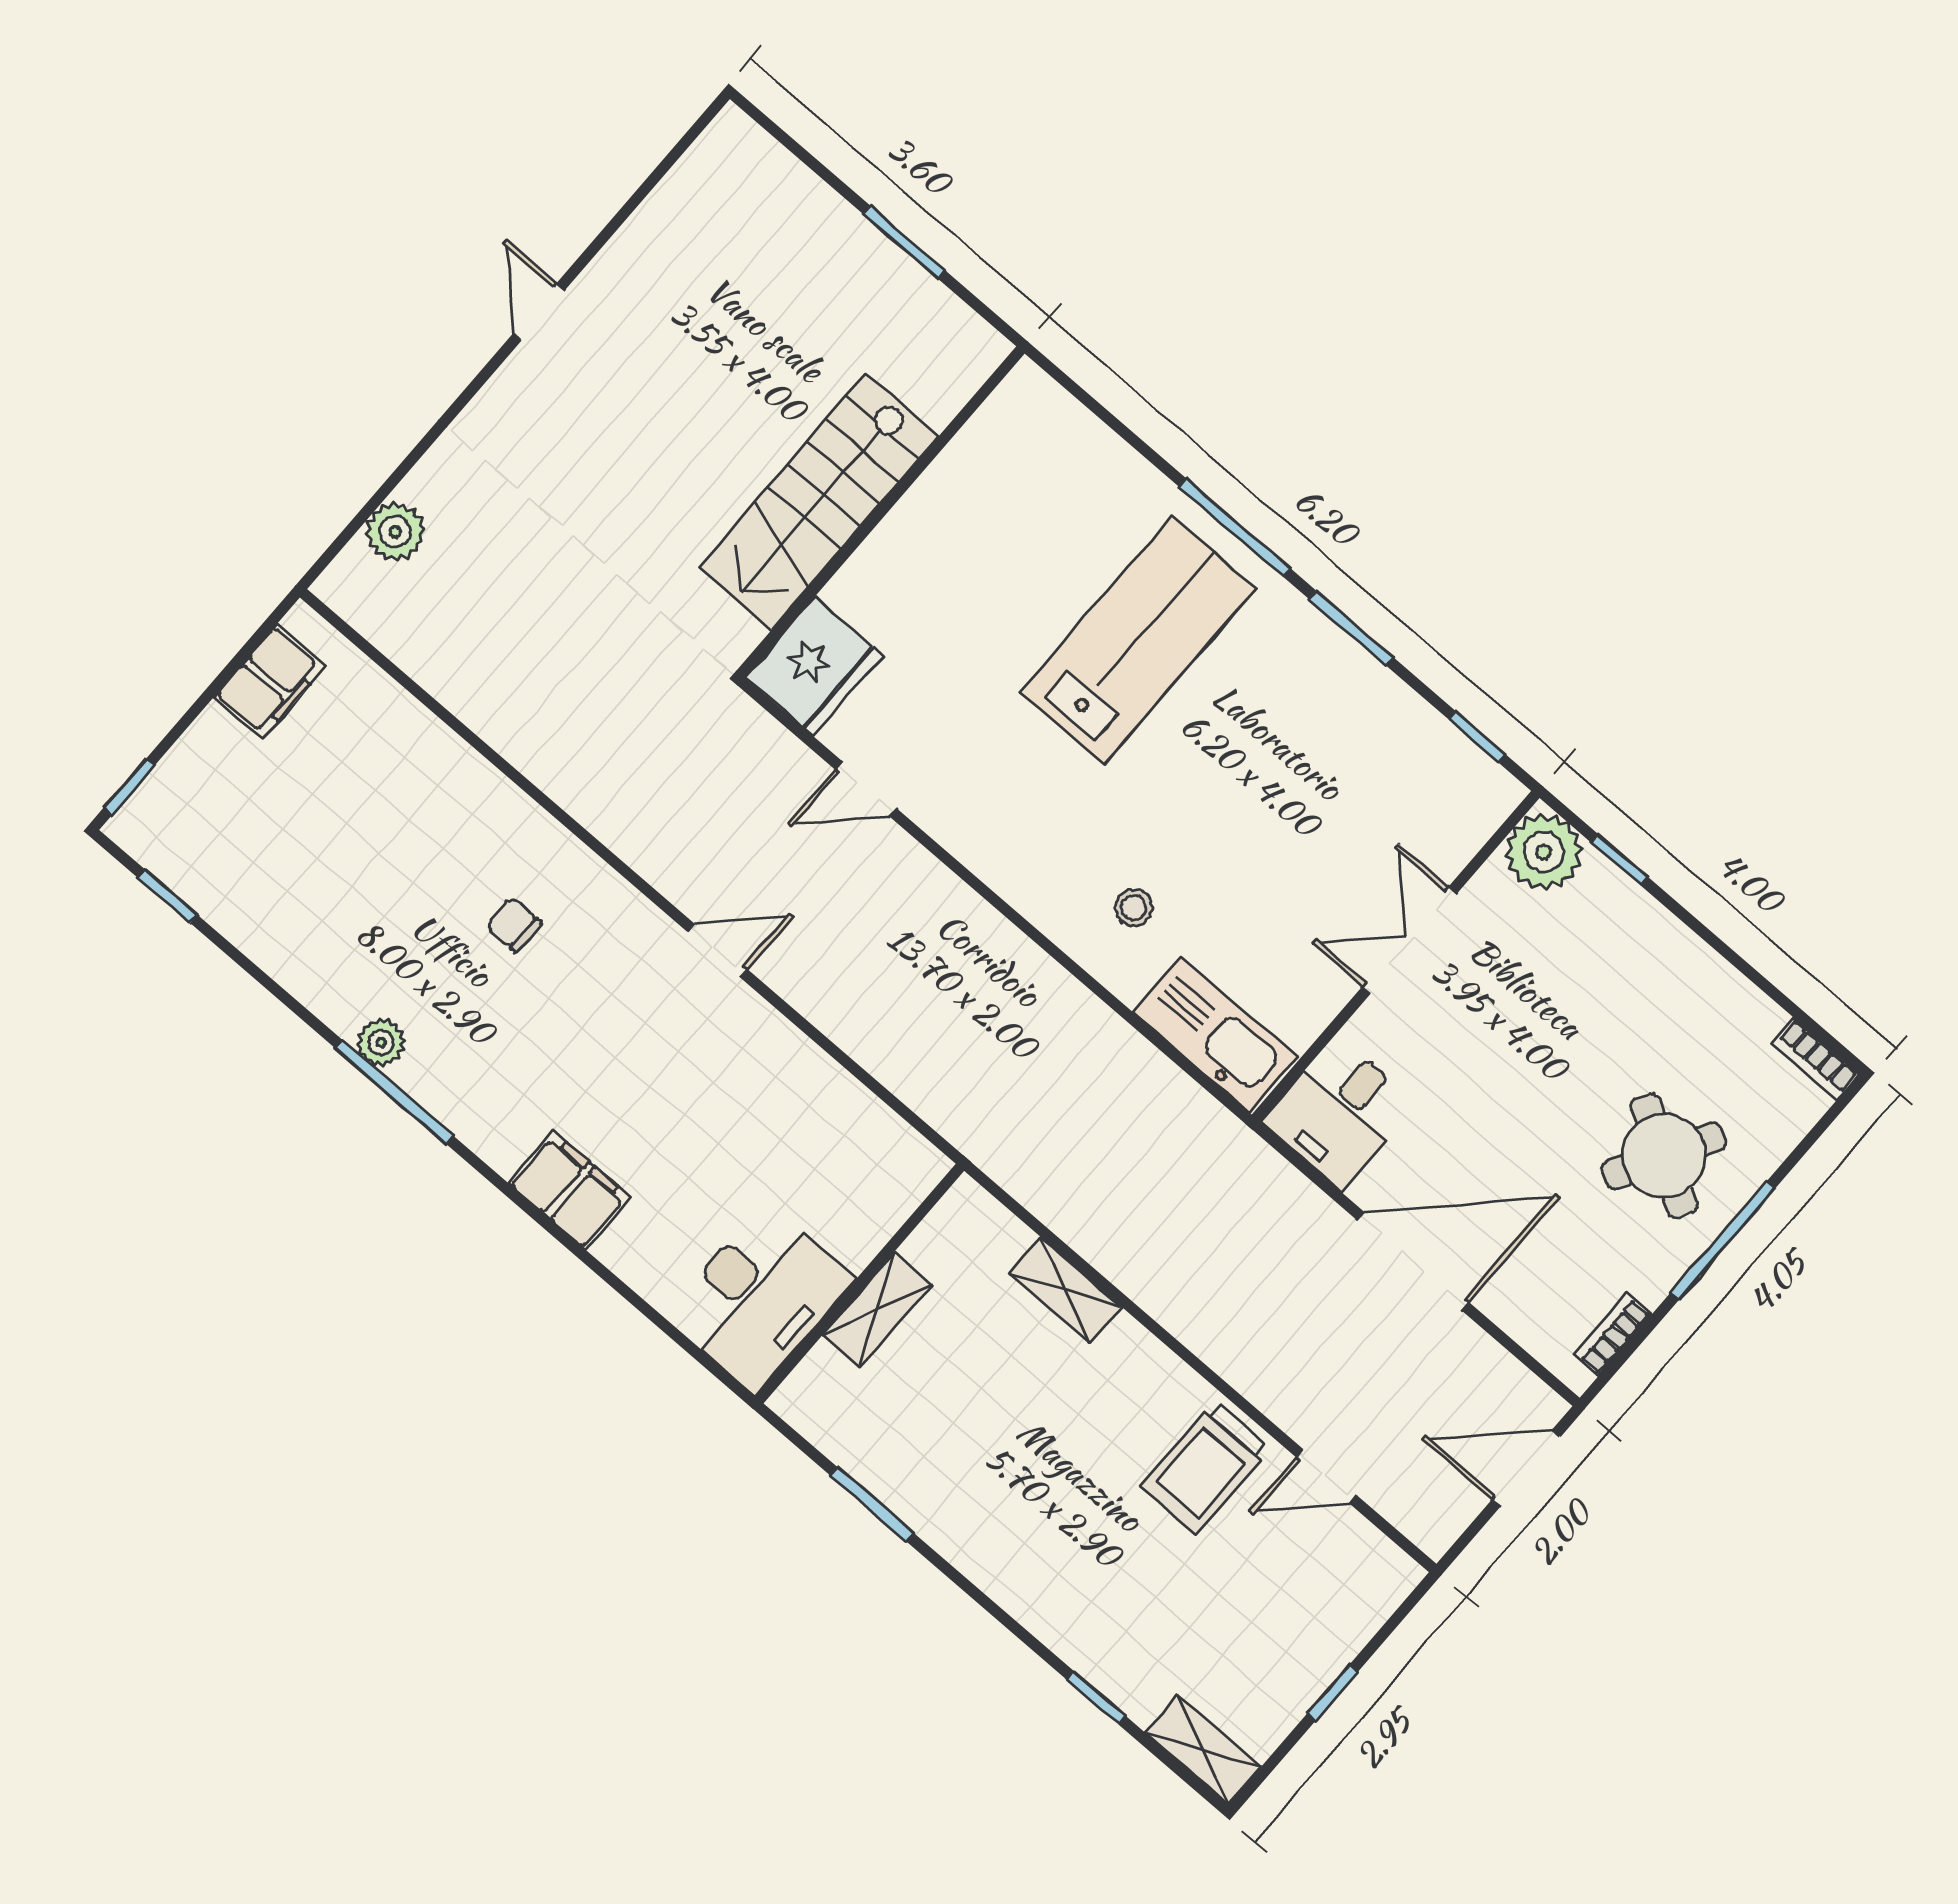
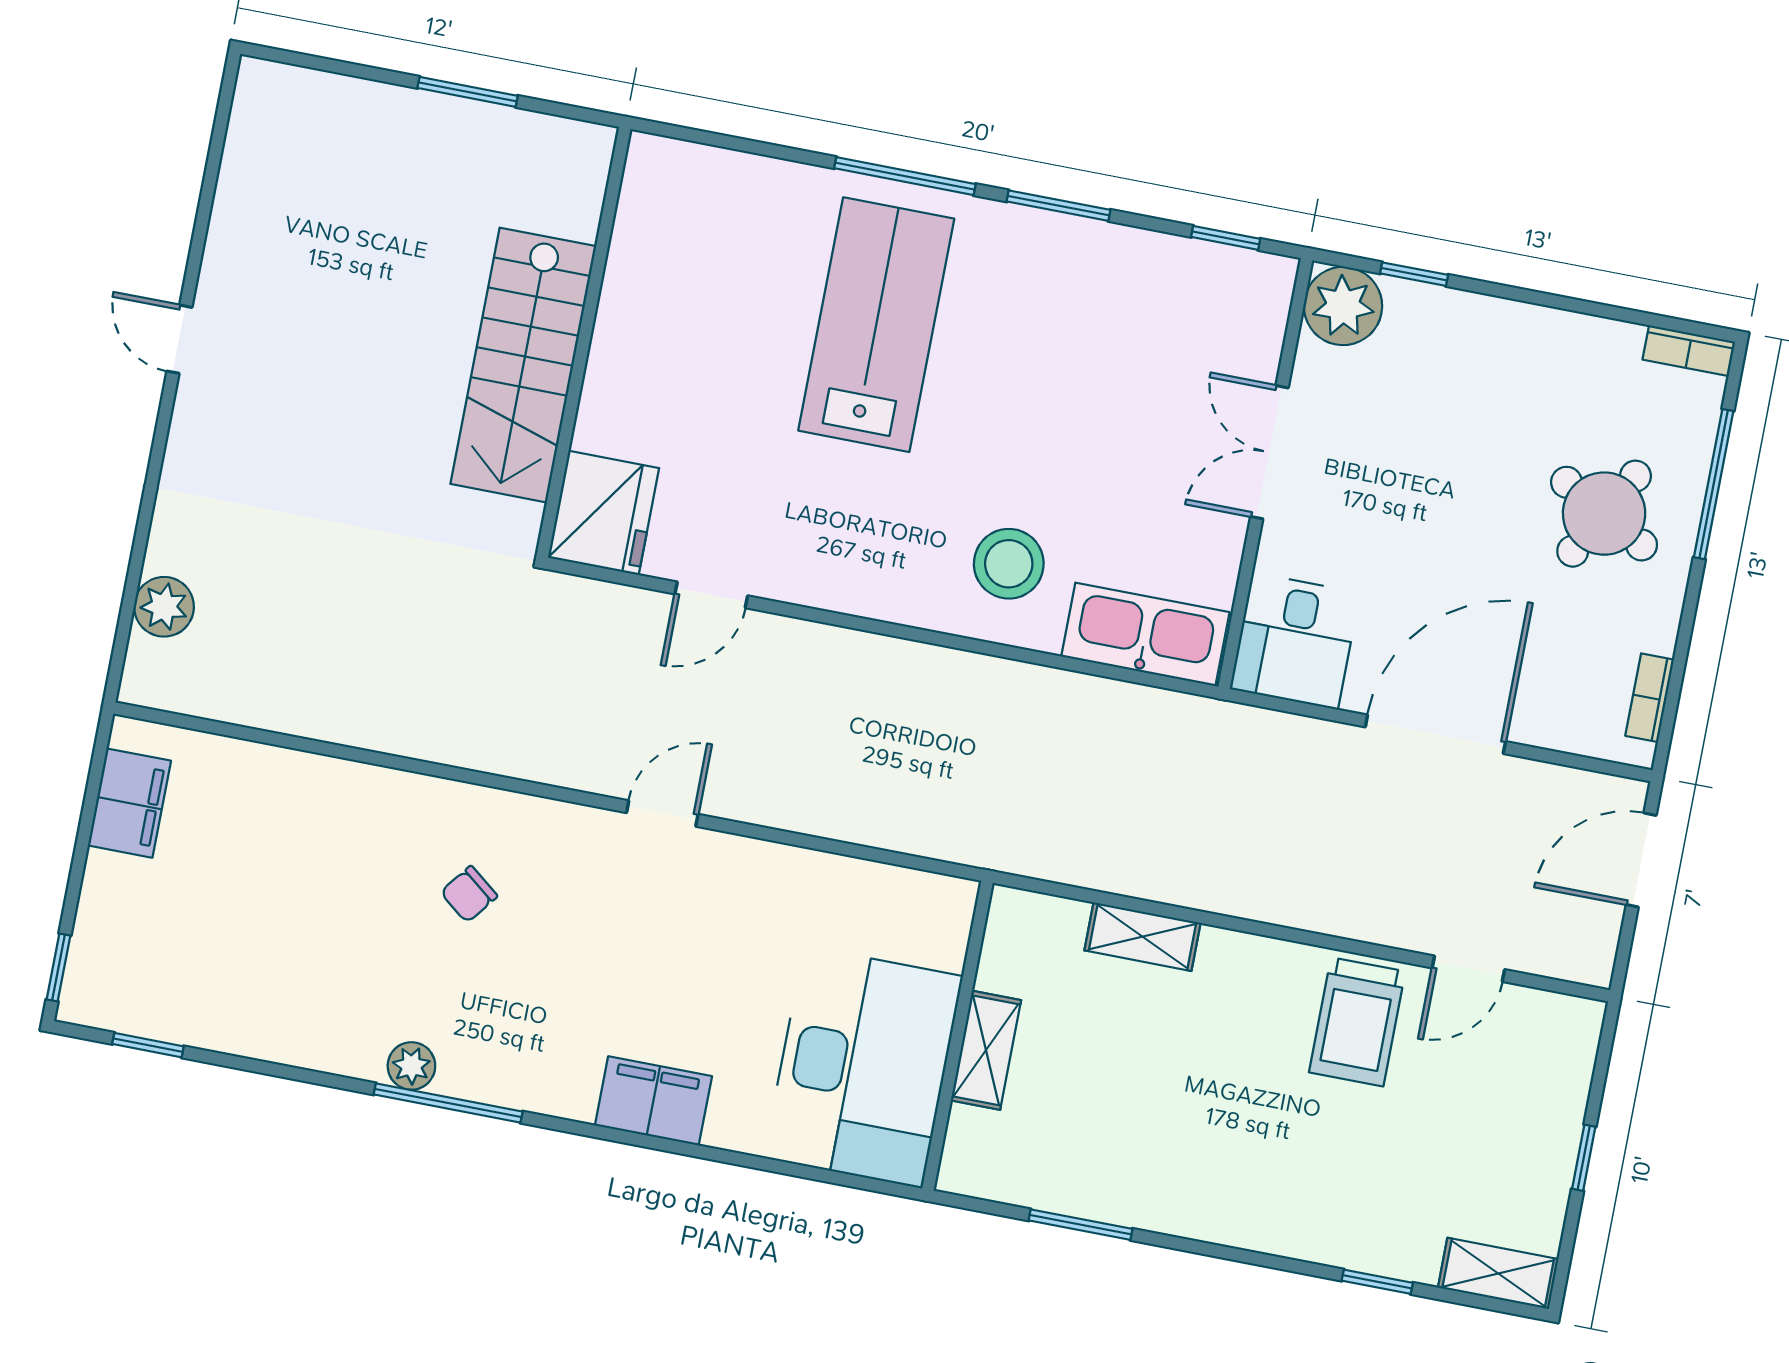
stool: (1134, 908) -> (1009, 564), width x1.89, depth x1.89
chair: (514, 925) -> (469, 894), turned -52
window: (1723, 1240) -> (1714, 484), moved
desk: (760, 1298) -> (863, 1067), width x1.36, depth x1.30

